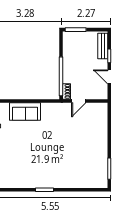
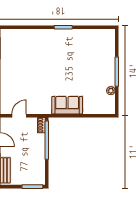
door: (79, 101) -> (19, 116), moved
sofa: (25, 111) -> (67, 105), moved

